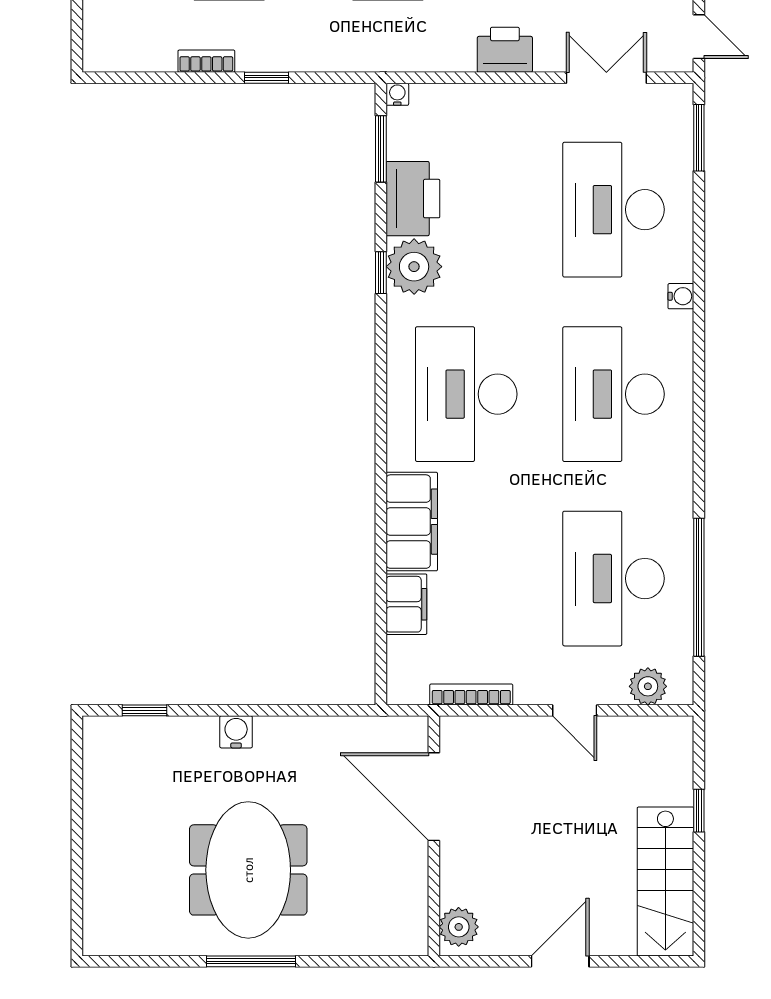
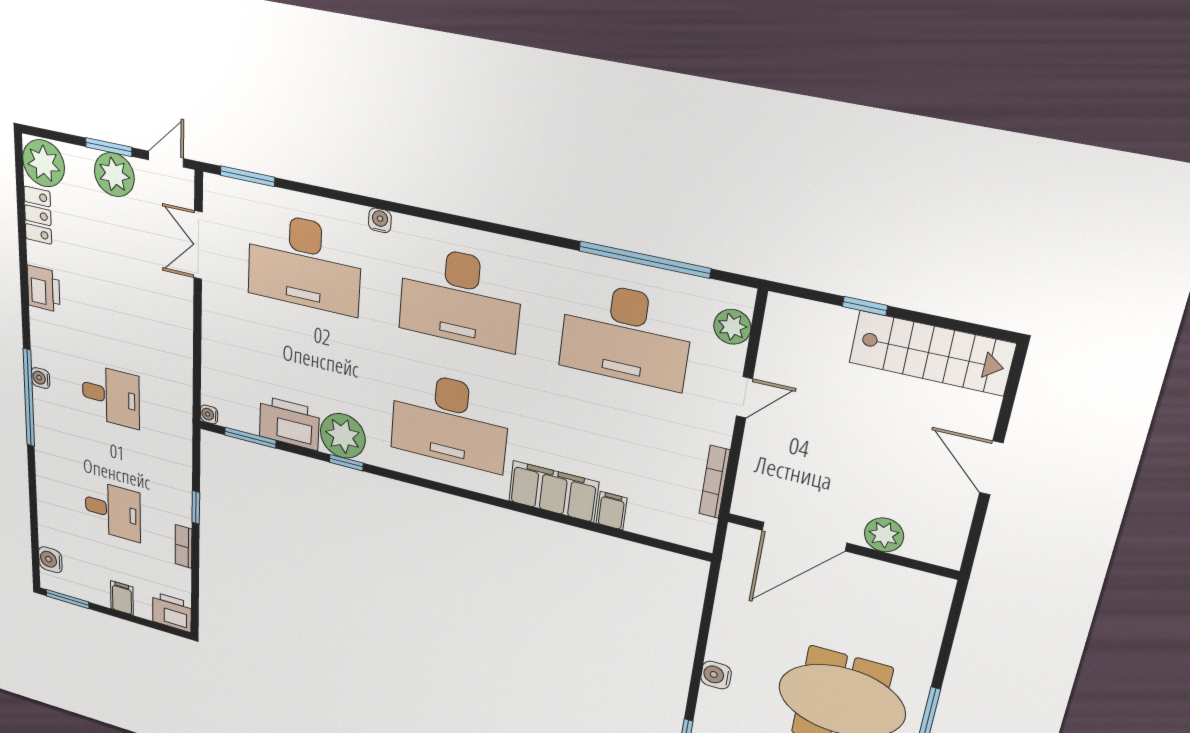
printer: (505, 50) -> (172, 612), moved, turned 90
filing cabinet: (406, 604) -> (611, 511), width x0.50
plant: (459, 927) -> (884, 535), moved

